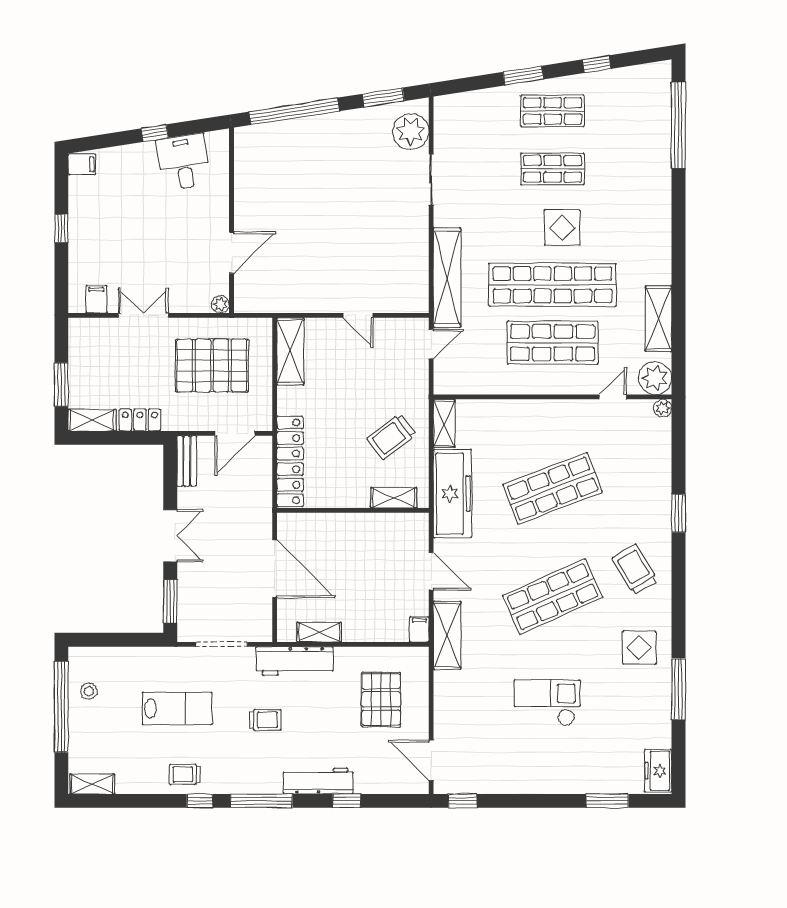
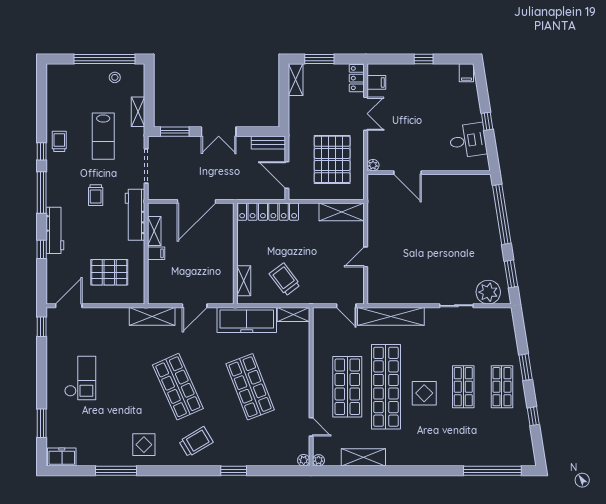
plant: (655, 378) -> (319, 460), width x0.53, depth x0.53
locker: (140, 420) -> (357, 78), moved, turned 180
filing cabinet: (419, 629) -> (156, 253), moved
checkout: (547, 703) -> (80, 378), moved
shelving: (92, 784) -> (138, 112), moved

